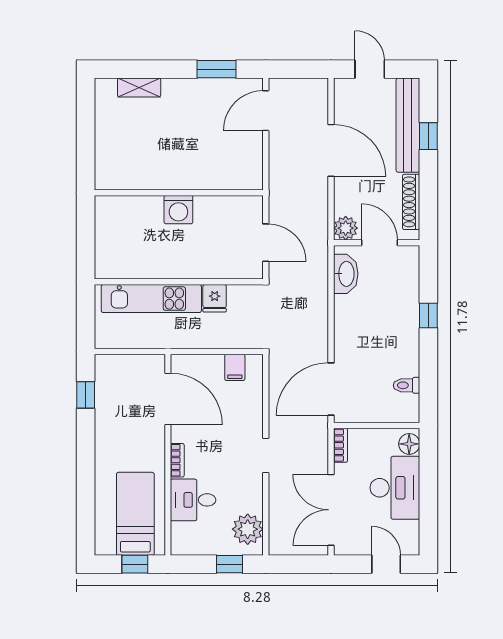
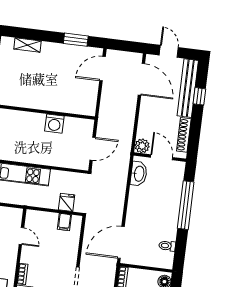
door: (331, 150) -> (141, 79), moved
washing machine: (178, 210) -> (54, 124), moved
door: (266, 243) -> (93, 149), hinge flipped
fridge: (215, 298) -> (67, 202), moved, turned 180
window: (428, 316) -> (186, 205), width x3.17
door: (168, 399) -> (21, 236), width x0.53

